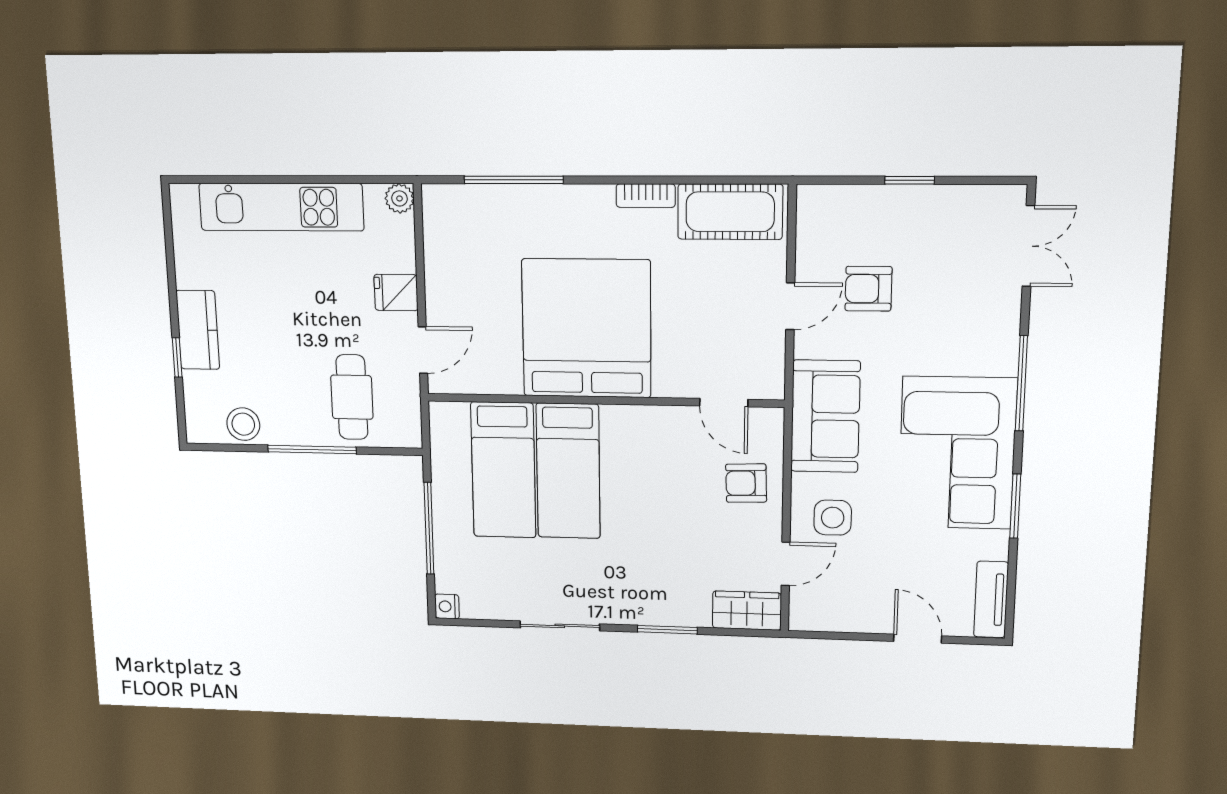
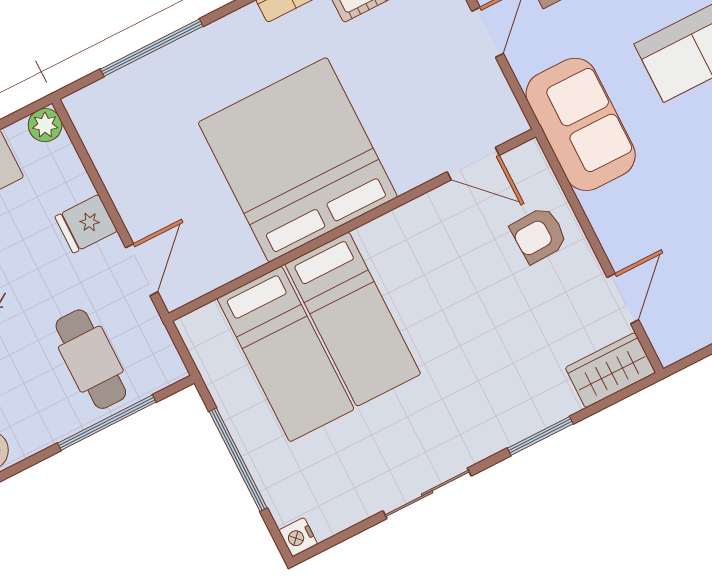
window: (312, 449) -> (107, 423), moved
side table: (833, 518) -> (643, 225), removed

